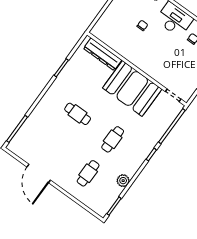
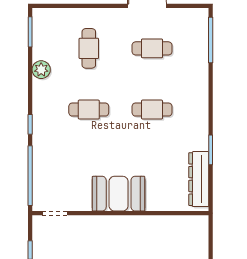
dresser: (102, 54) -> (199, 179), moved, turned -90
booth: (132, 89) -> (119, 194), width x0.73, depth x0.70
cafe table: (113, 139) -> (89, 110), turned 90
cafe table: (53, 148) -> (152, 48), added

